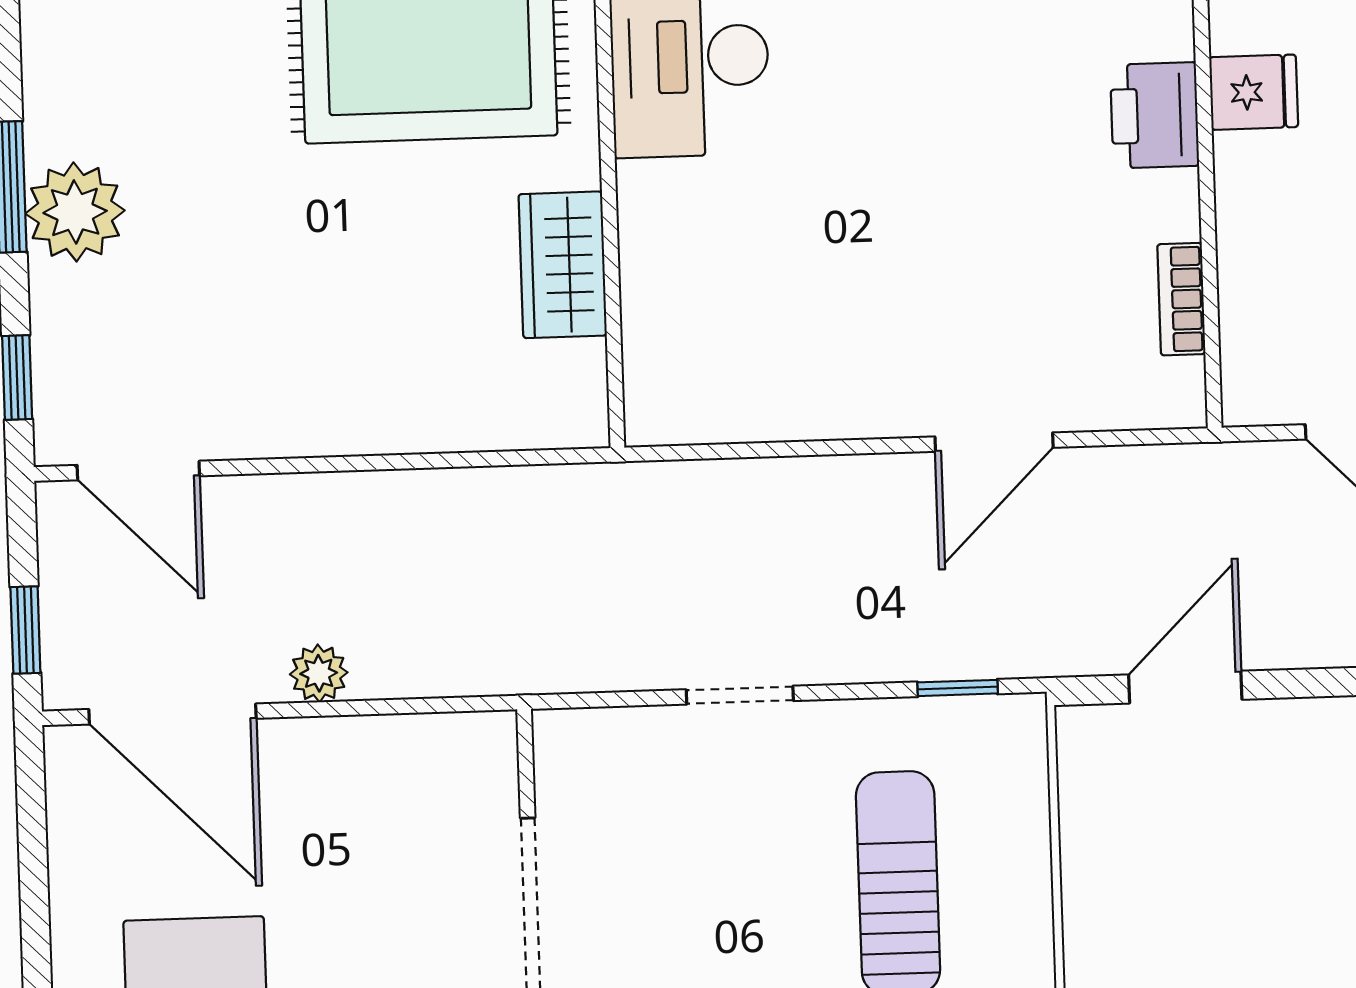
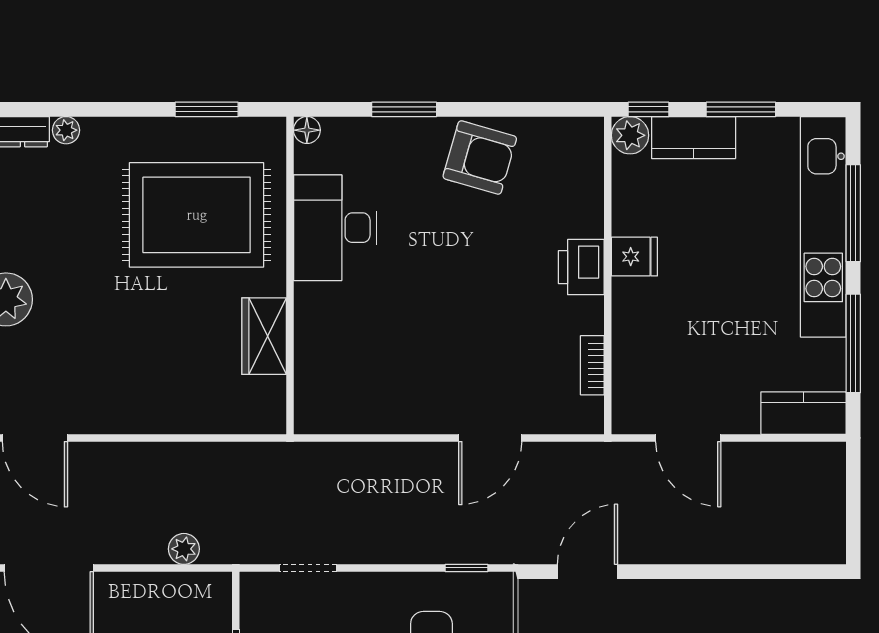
plant: (319, 673) -> (184, 549), moved
doorway: (740, 695) -> (308, 568), moved

